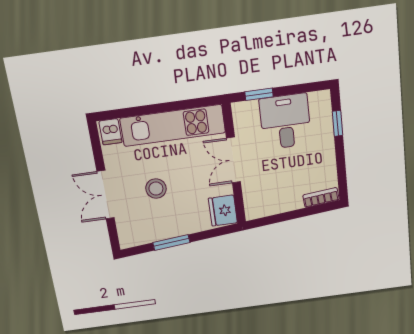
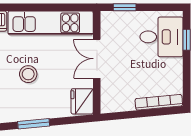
desk: (285, 122) -> (162, 37), moved, turned 90
bookcase: (321, 198) -> (159, 102), width x1.56

